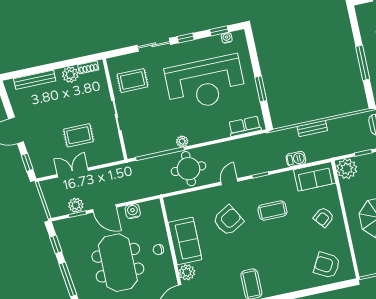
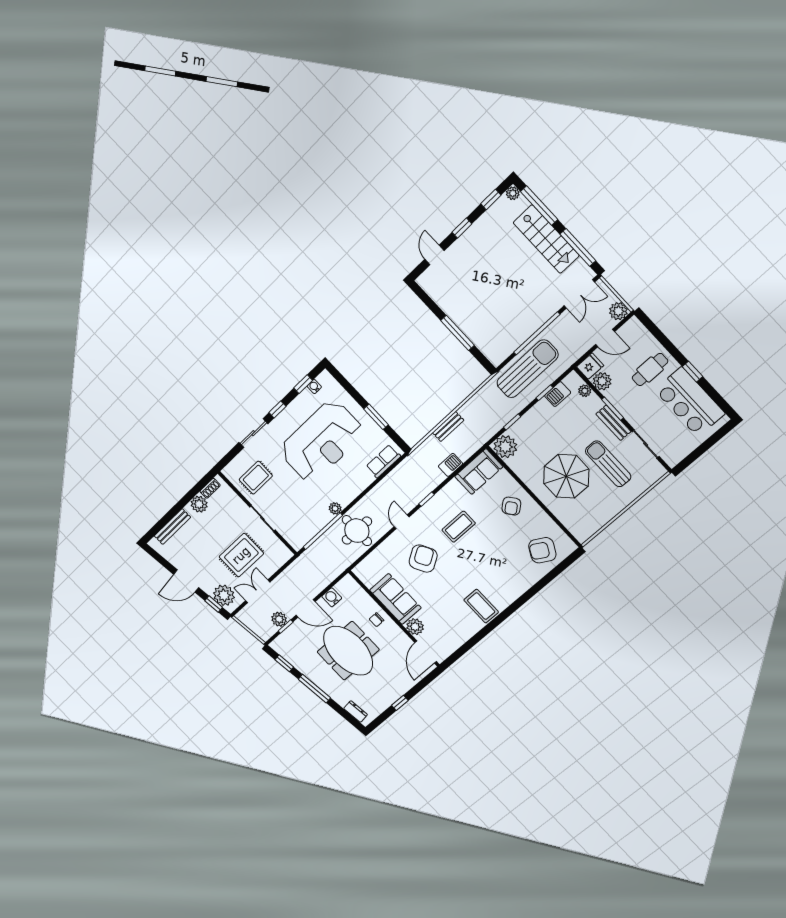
rug: (79, 135) -> (241, 555), width x1.36, depth x1.43
plant: (41, 160) -> (224, 595), added

